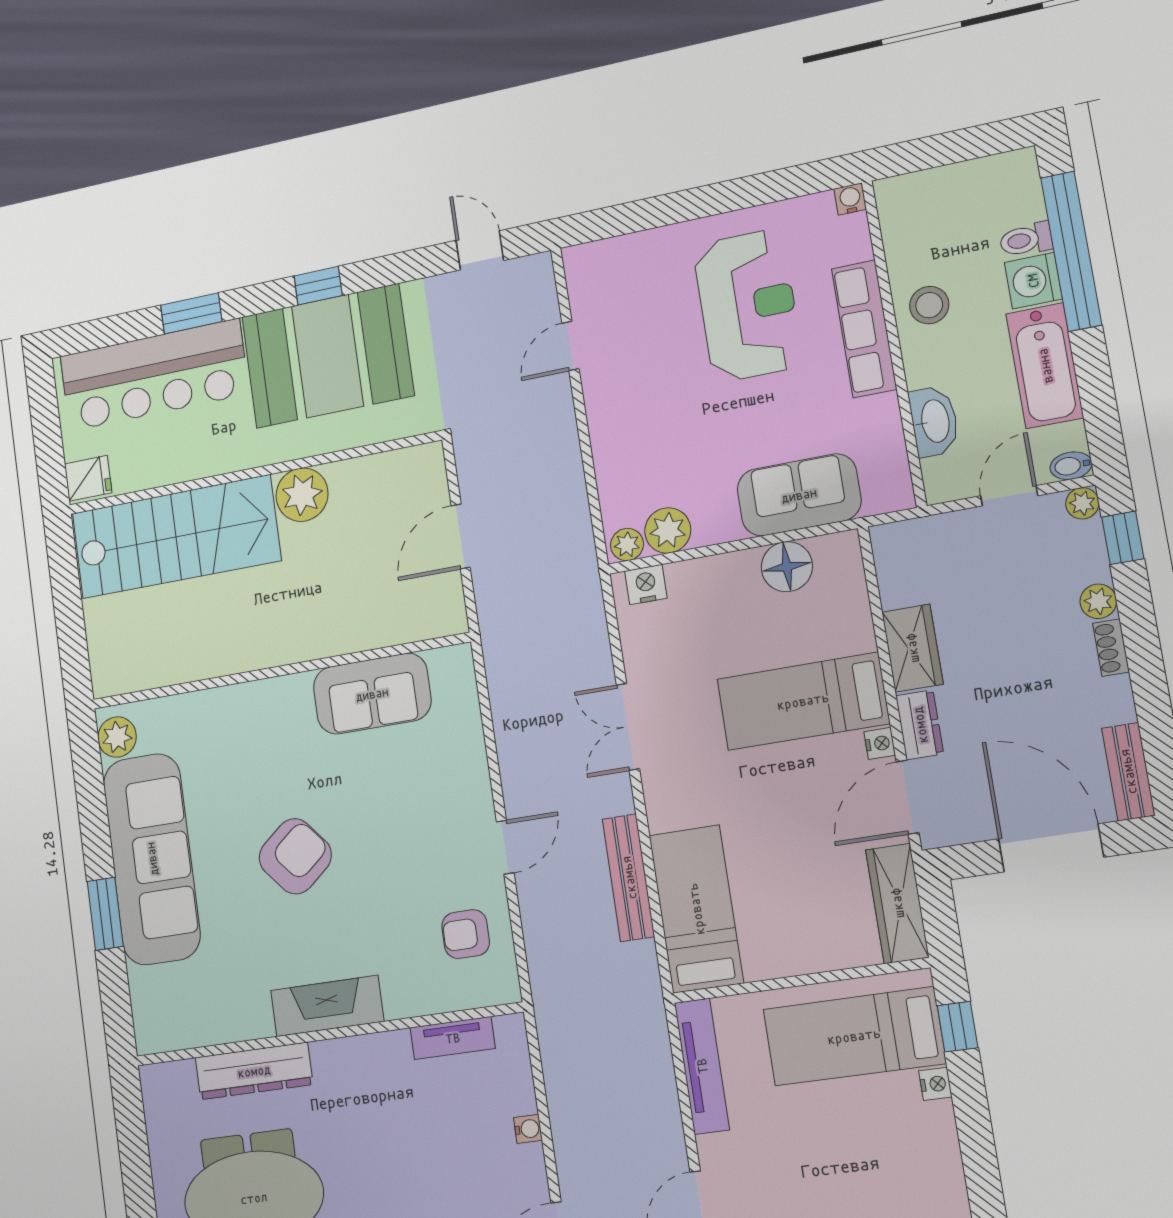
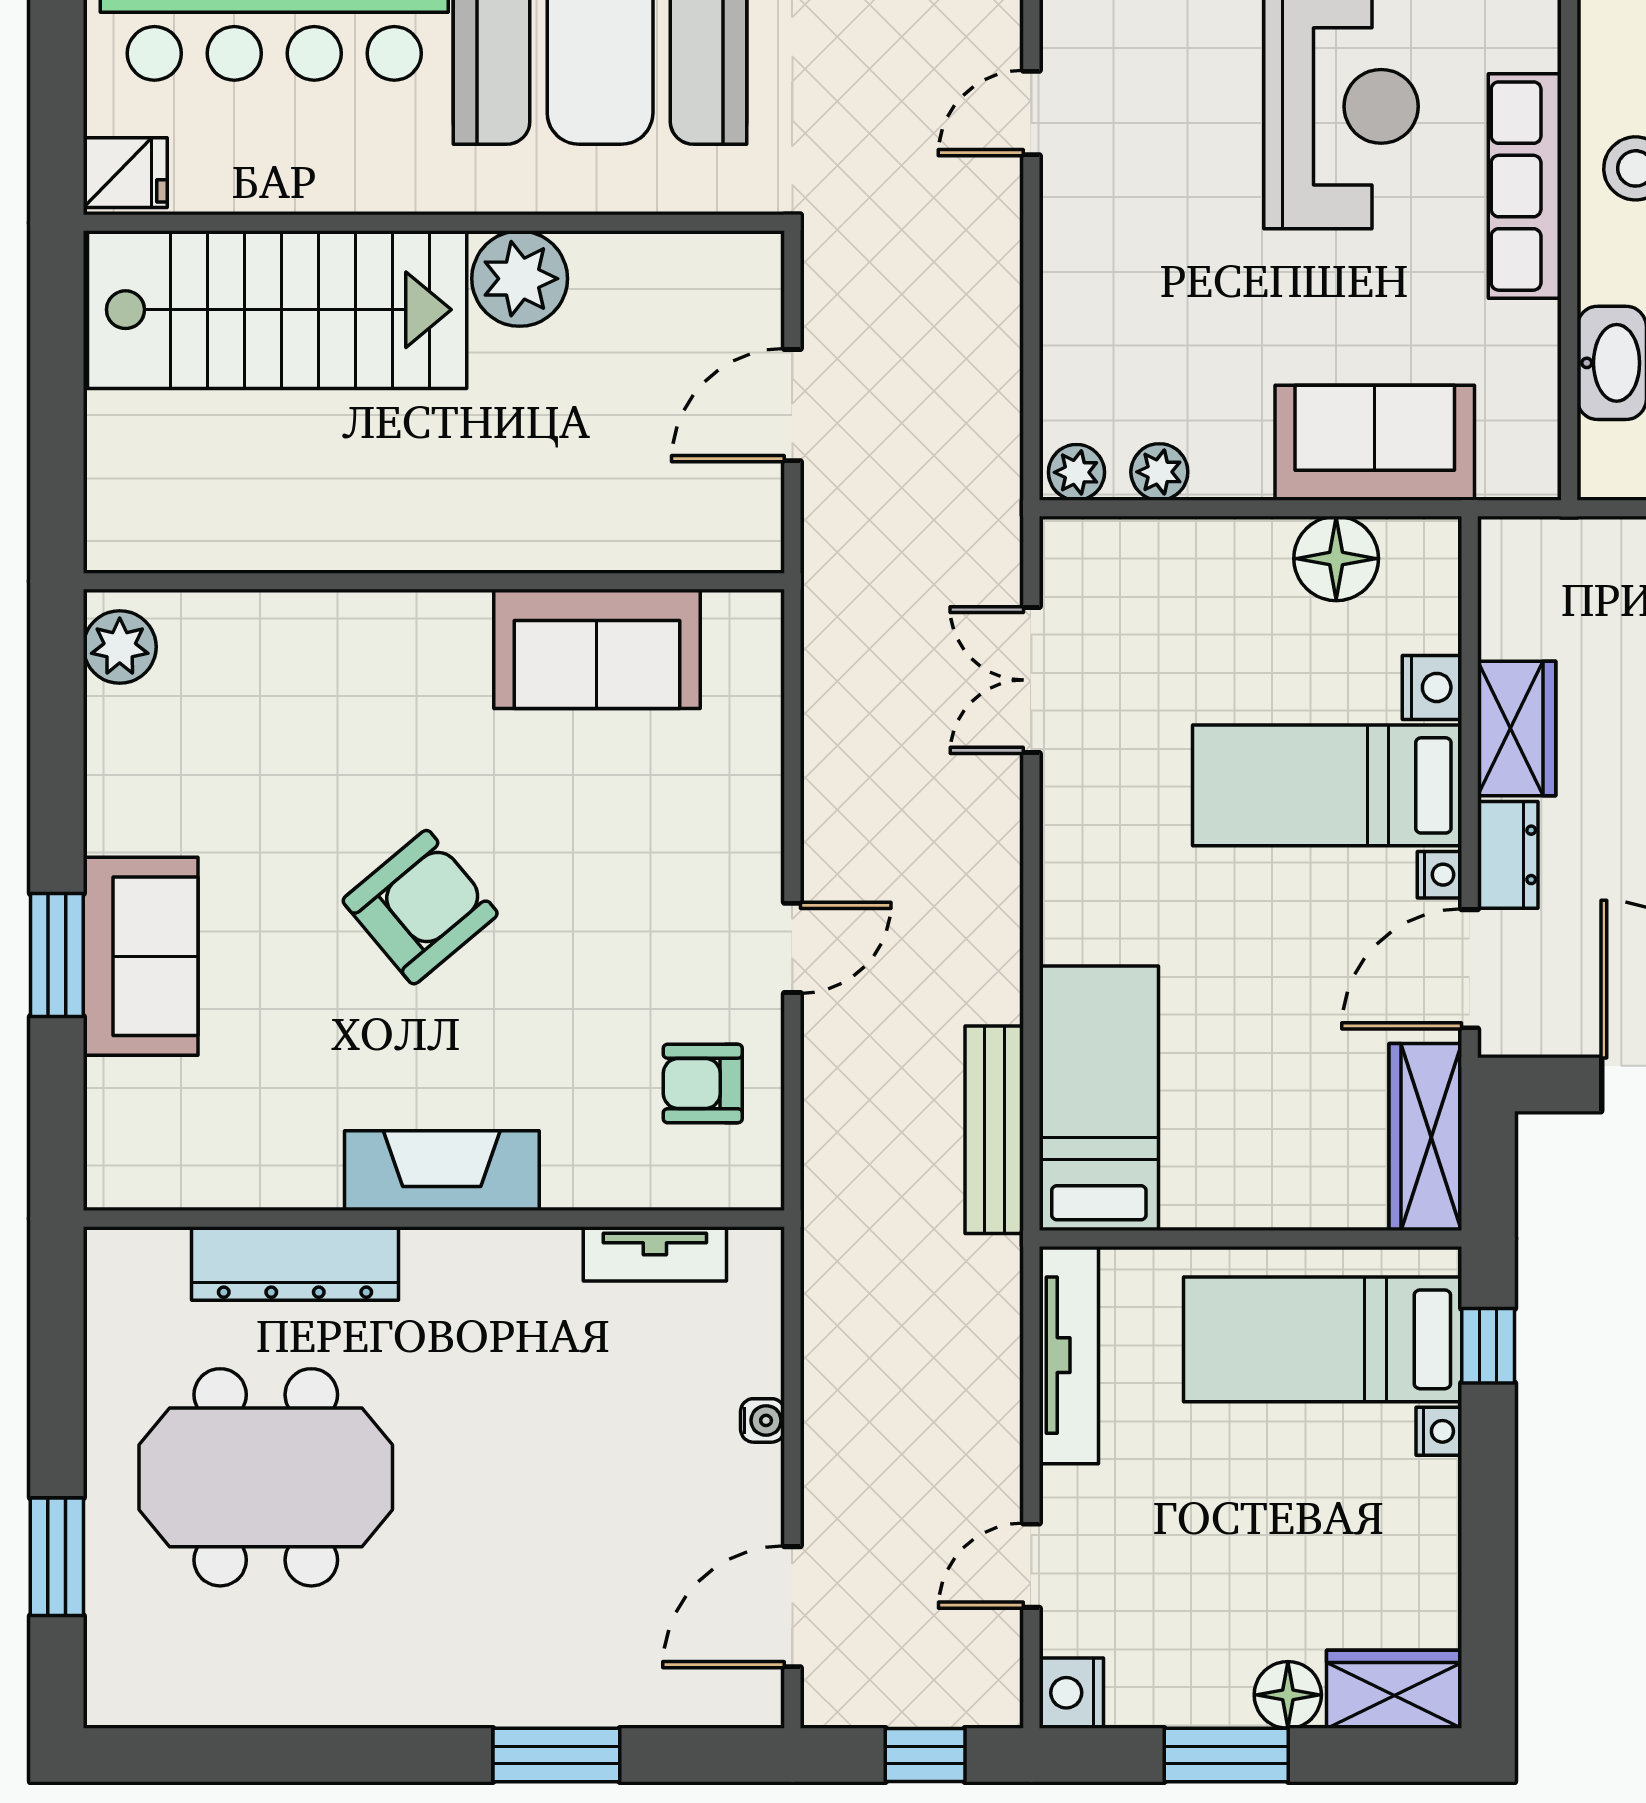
plant: (668, 530) -> (1159, 472), width x0.73, depth x0.73
nightstand: (646, 585) -> (1432, 687), moved, turned 90
double door: (628, 727) -> (1031, 680), moved
sofa: (152, 859) -> (141, 956), width x0.54, depth x0.79
bench: (629, 878) -> (994, 1130), moved

